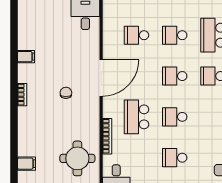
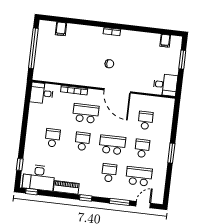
filing cabinet: (26, 57) -> (165, 41), moved
school desk: (175, 76) -> (112, 145), width x1.85
round table: (77, 158) -> (60, 67), removed

